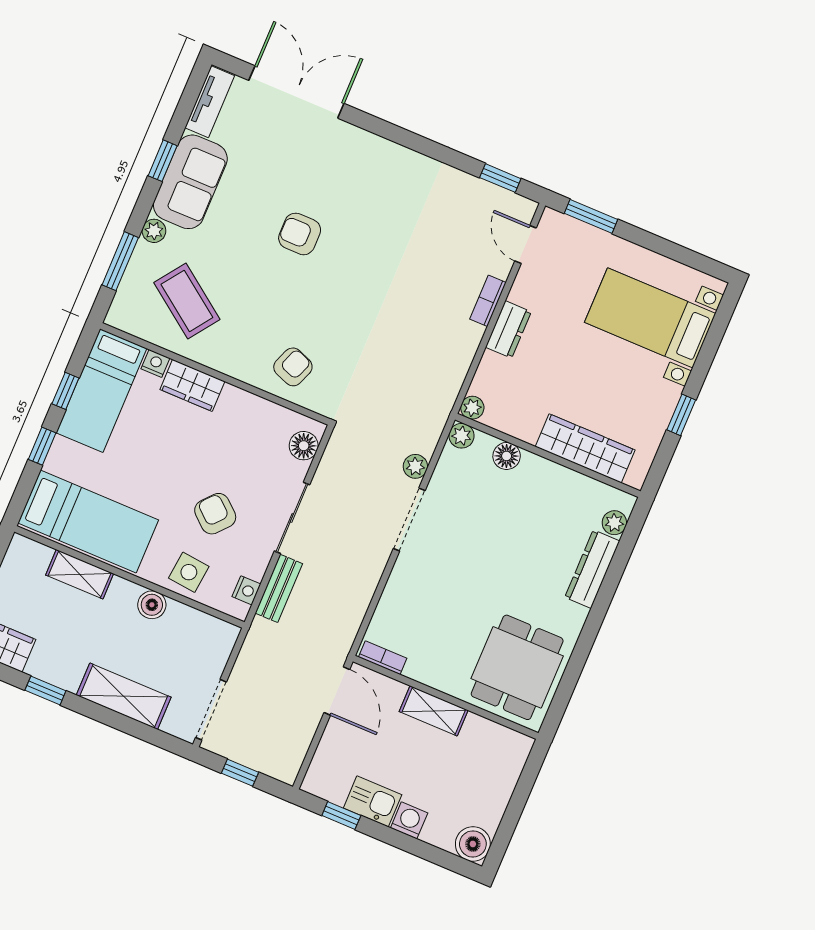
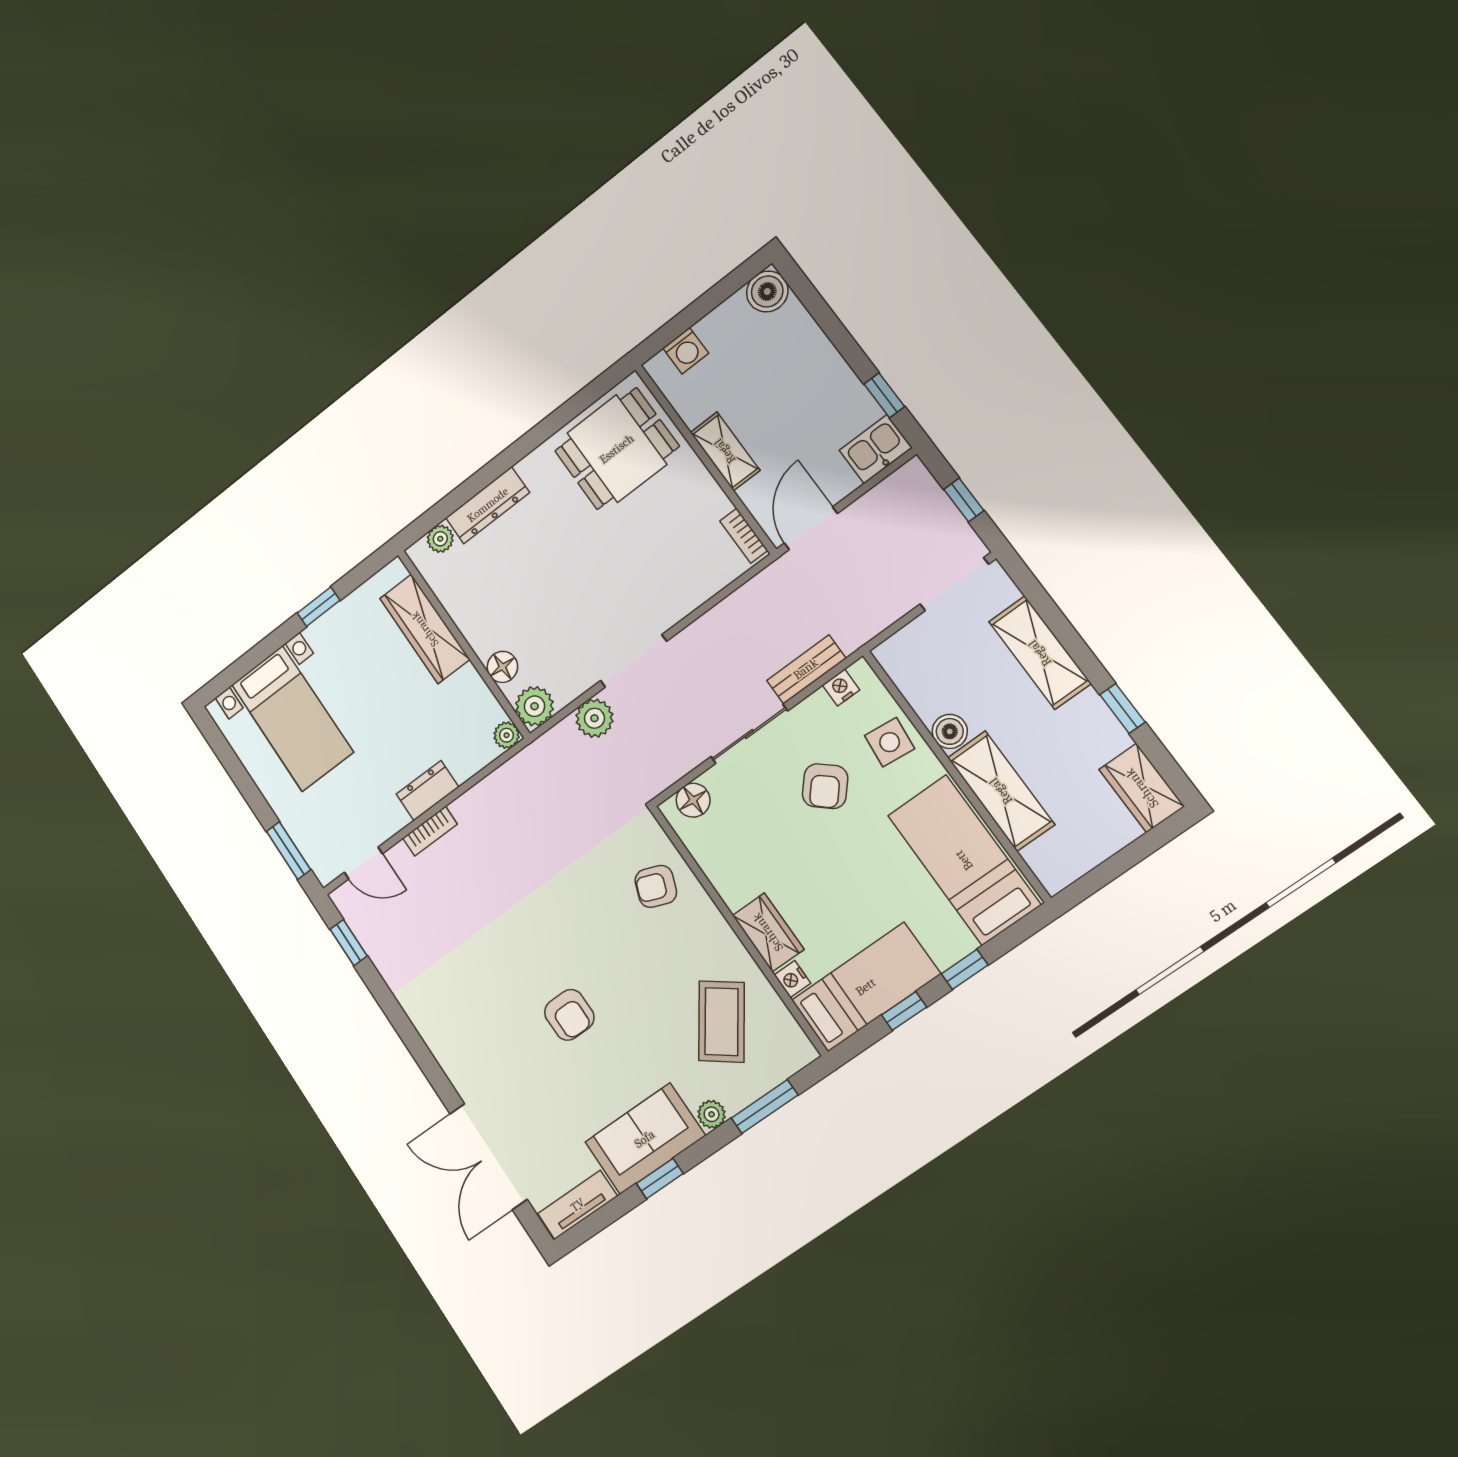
door: (525, 244) -> (363, 863), hinge flipped
plant: (461, 436) -> (534, 706), width x1.38, depth x1.38
plant: (415, 466) -> (594, 718), width x1.38, depth x1.38
shelving: (80, 574) -> (1001, 791), width x1.50, depth x1.33
kitchen sink: (373, 801) -> (876, 449), moved, turned 90
washing machine: (409, 820) -> (686, 351), moved, turned -90

